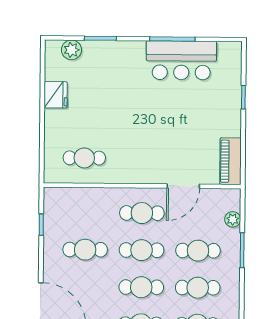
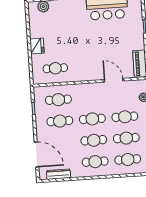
fridge: (56, 95) -> (37, 46), moved
door: (183, 186) -> (114, 80), swing flipped
cafe table: (142, 213) -> (58, 100), moved

